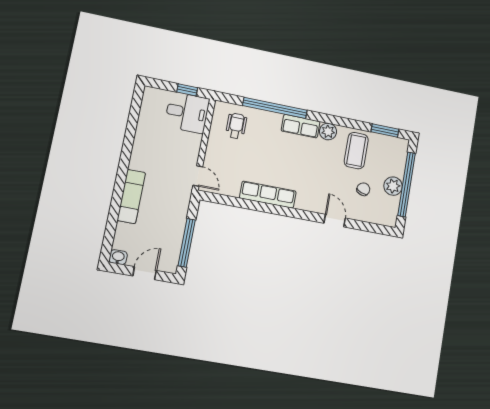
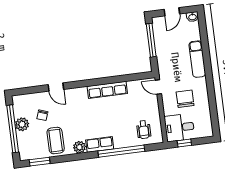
chair: (166, 148) -> (185, 99), added

